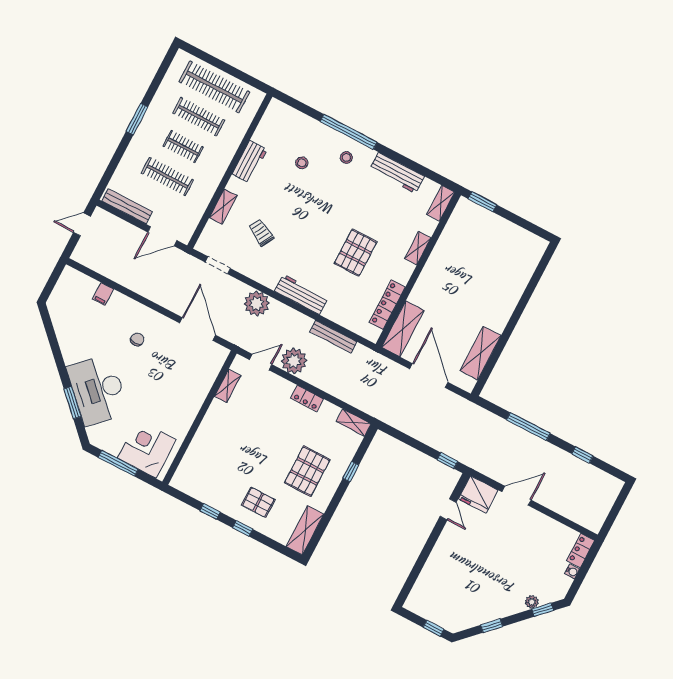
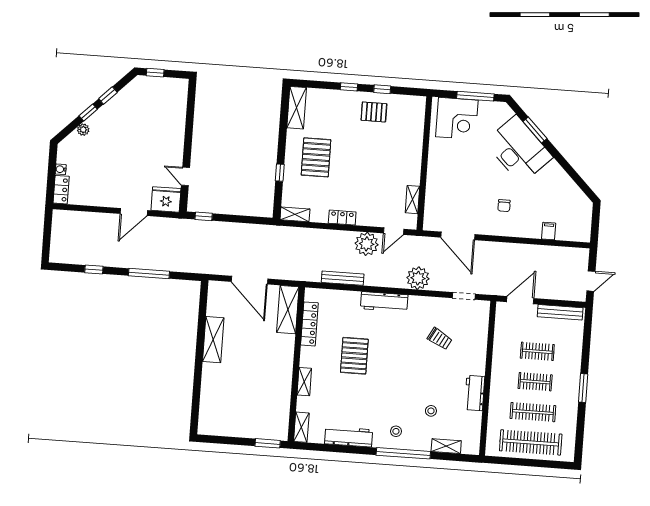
clothes rail: (167, 177) -> (537, 351), width x0.73
shelving: (223, 207) -> (446, 446), moved, turned 90
shelving: (480, 353) -> (213, 340), moved
pallet: (258, 502) -> (374, 112), moved
window: (543, 610) -> (88, 112), moved

